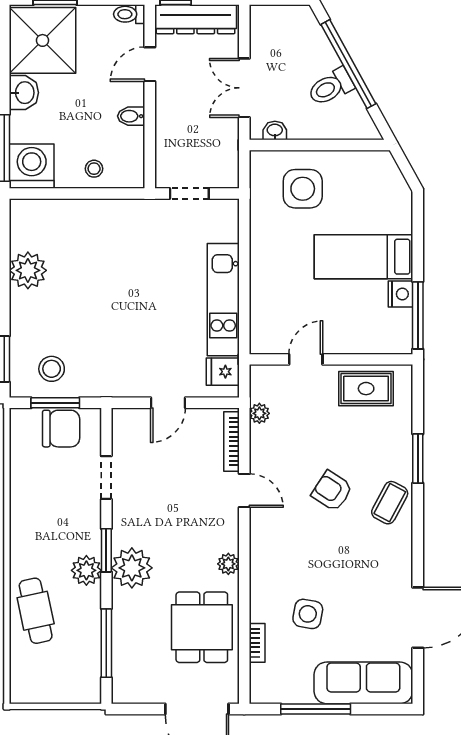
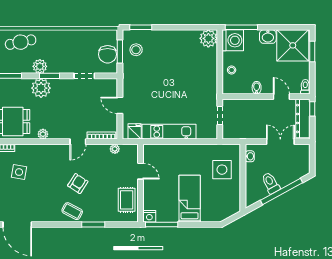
double door: (244, 88) -> (280, 142), moved
plant: (28, 270) -> (208, 38), moved
nightstand: (400, 294) -> (149, 216), moved

